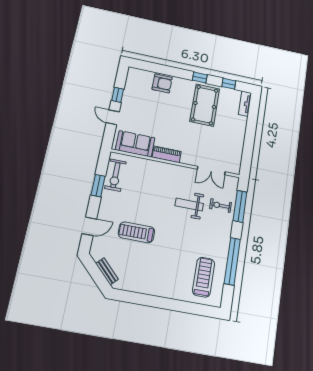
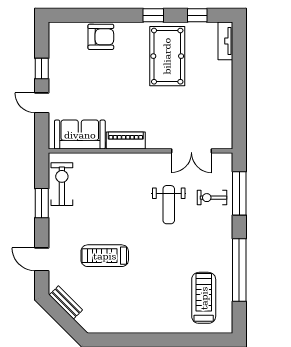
exercise bike: (115, 175) -> (62, 184), turned 180
weight bench: (189, 205) -> (169, 205), turned -90
door: (89, 226) -> (42, 259), swing flipped
bench: (107, 271) -> (66, 302), moved

